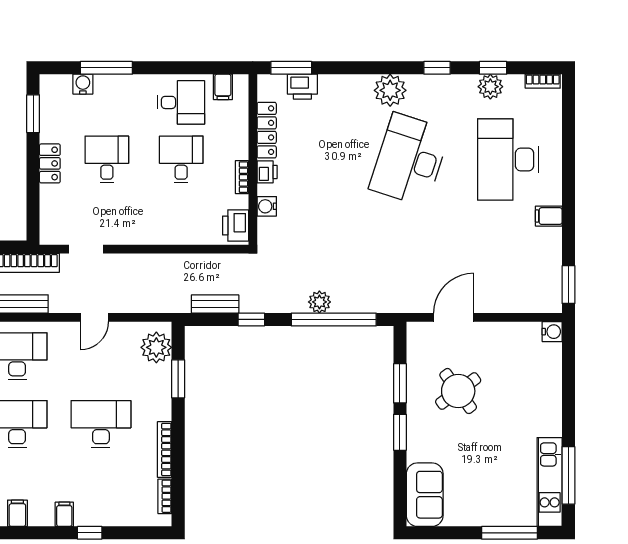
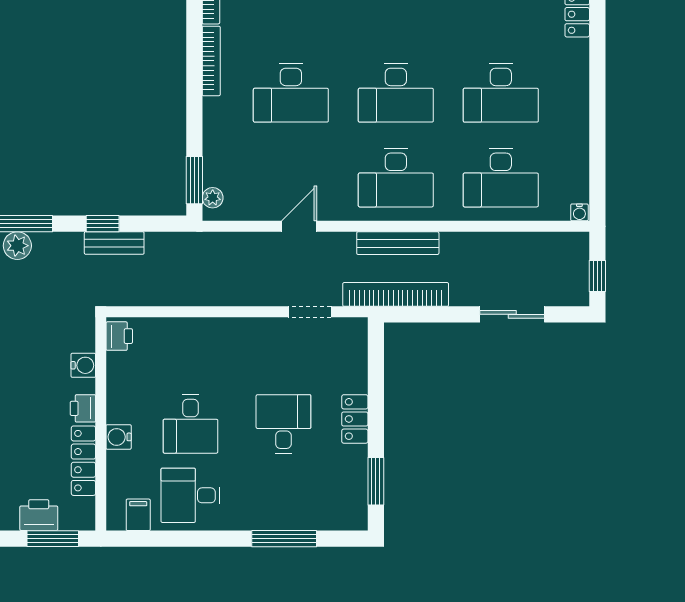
water cooler: (83, 84) -> (119, 437), moved, turned 90
desk: (107, 160) -> (283, 424), turned 180
bookcase: (242, 177) -> (114, 402), removed
printer: (236, 225) -> (119, 336), width x0.73, depth x0.81
bench: (215, 304) -> (114, 243), moved
plant: (156, 347) -> (213, 198), width x0.53, depth x0.53
window: (178, 379) -> (194, 180), moved

